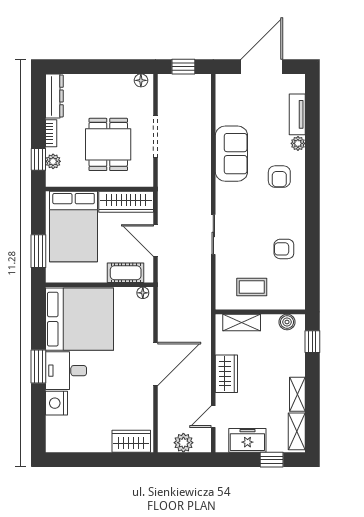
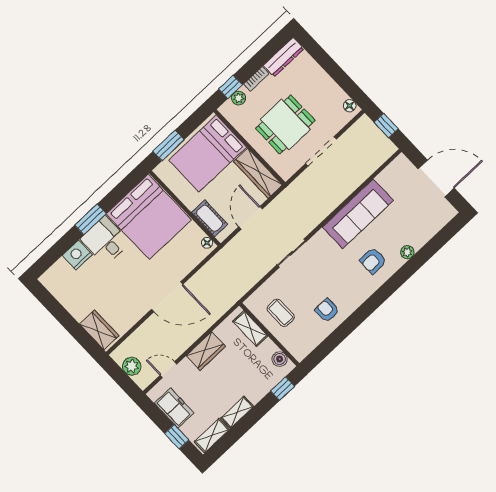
tv unit: (297, 114) -> (427, 233), removed
sofa: (231, 154) -> (358, 214), width x1.36

